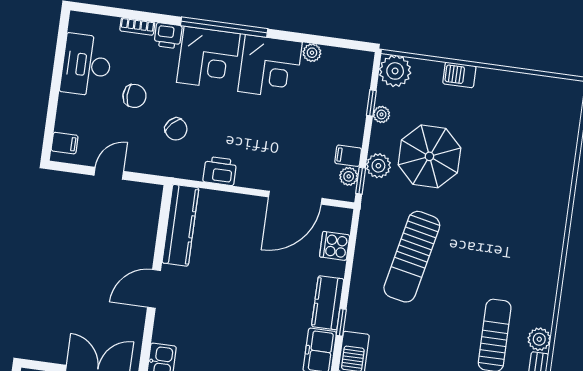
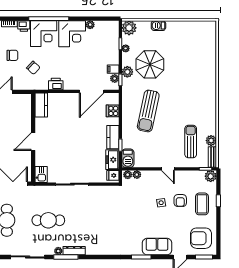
kitchen counter: (180, 225) -> (41, 105), width x0.67

